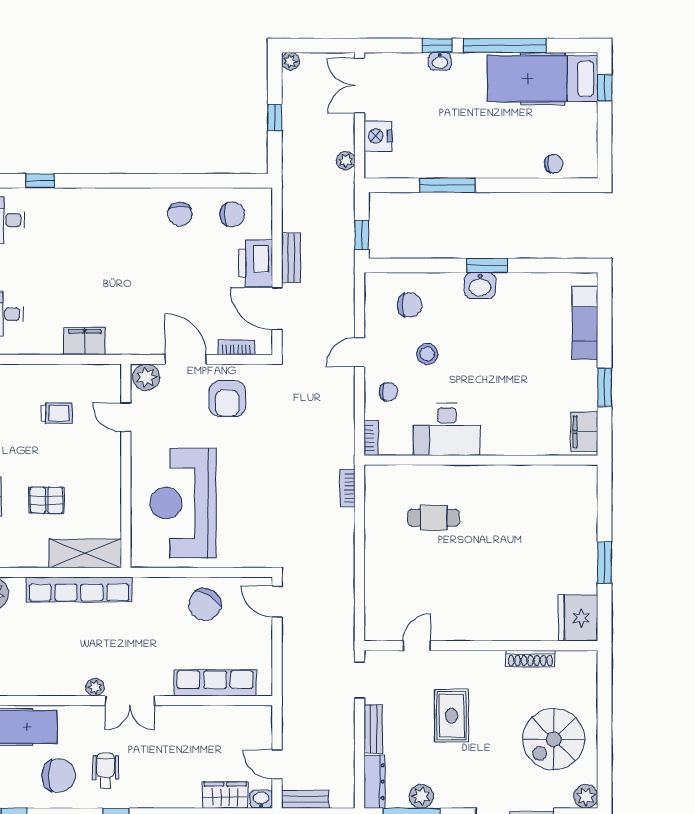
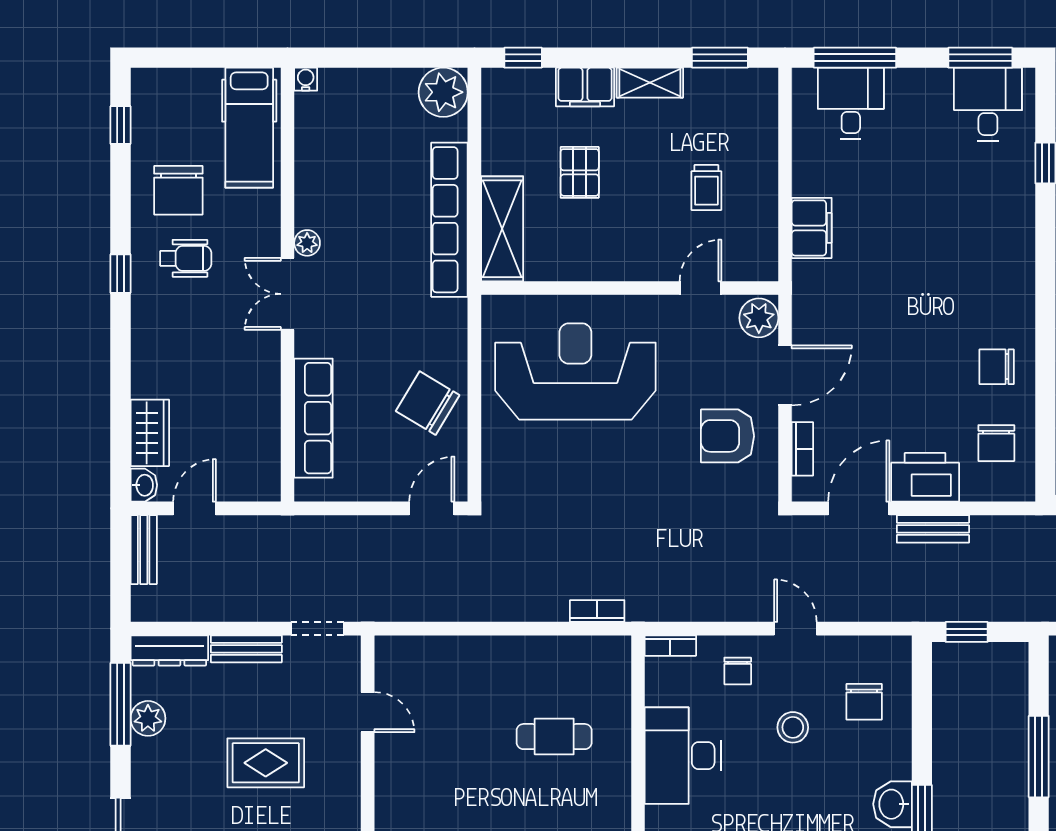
cafe table: (434, 518) -> (554, 737), turned 90

